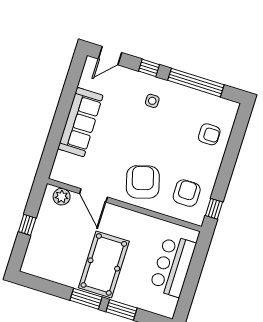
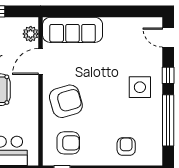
side table: (152, 101) -> (140, 87), width x1.87, depth x1.87
sofa: (80, 122) -> (73, 30), moved
armchair: (209, 134) -> (126, 147), turned 180

